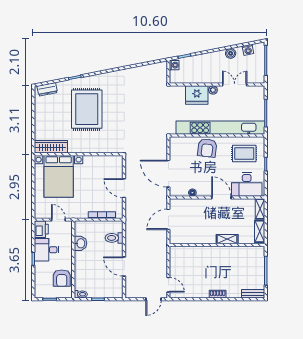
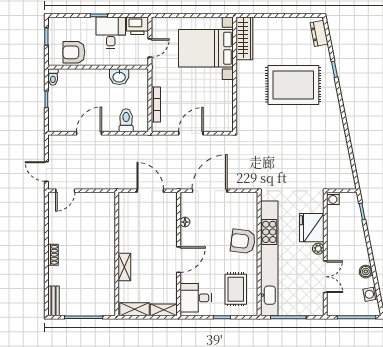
washing machine: (174, 65) -> (333, 198), moved
desk: (247, 184) -> (196, 298), width x0.73

